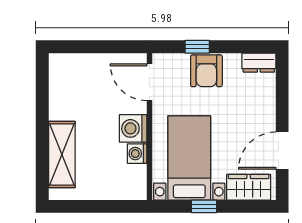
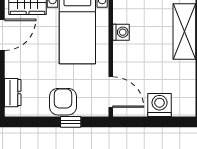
dresser: (259, 63) -> (13, 93), moved, turned 90
washing machine: (133, 128) -> (160, 105), moved, turned -90

